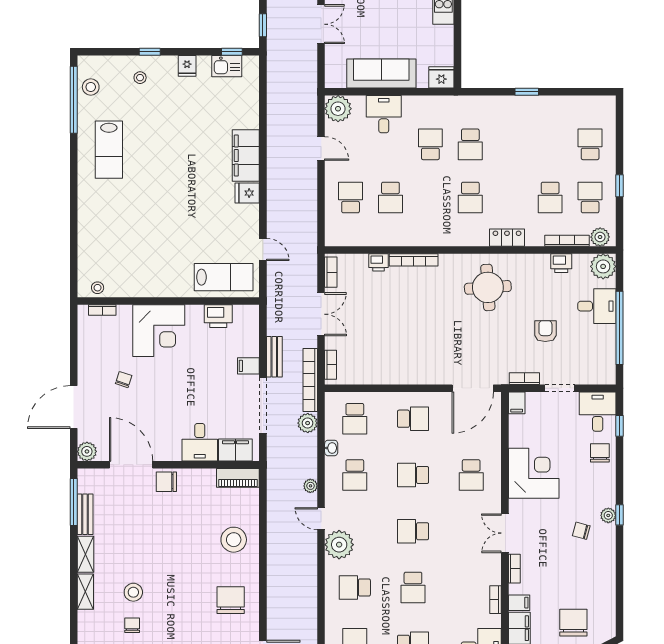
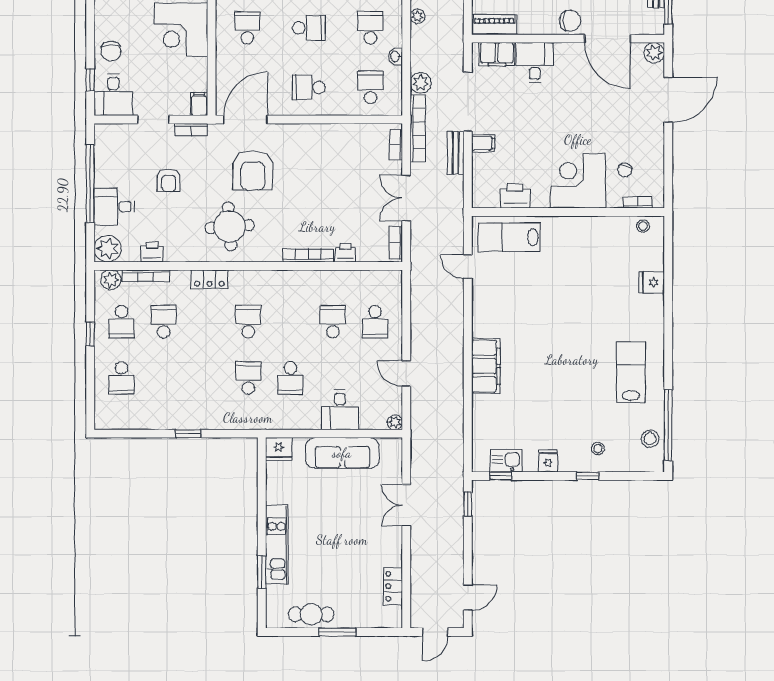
plant: (338, 109) -> (395, 422), width x0.53, depth x0.53
fridge: (247, 193) -> (652, 282), moved, turned 180
armchair: (466, 340) -> (253, 171), added
chair: (124, 380) -> (625, 170), moved

